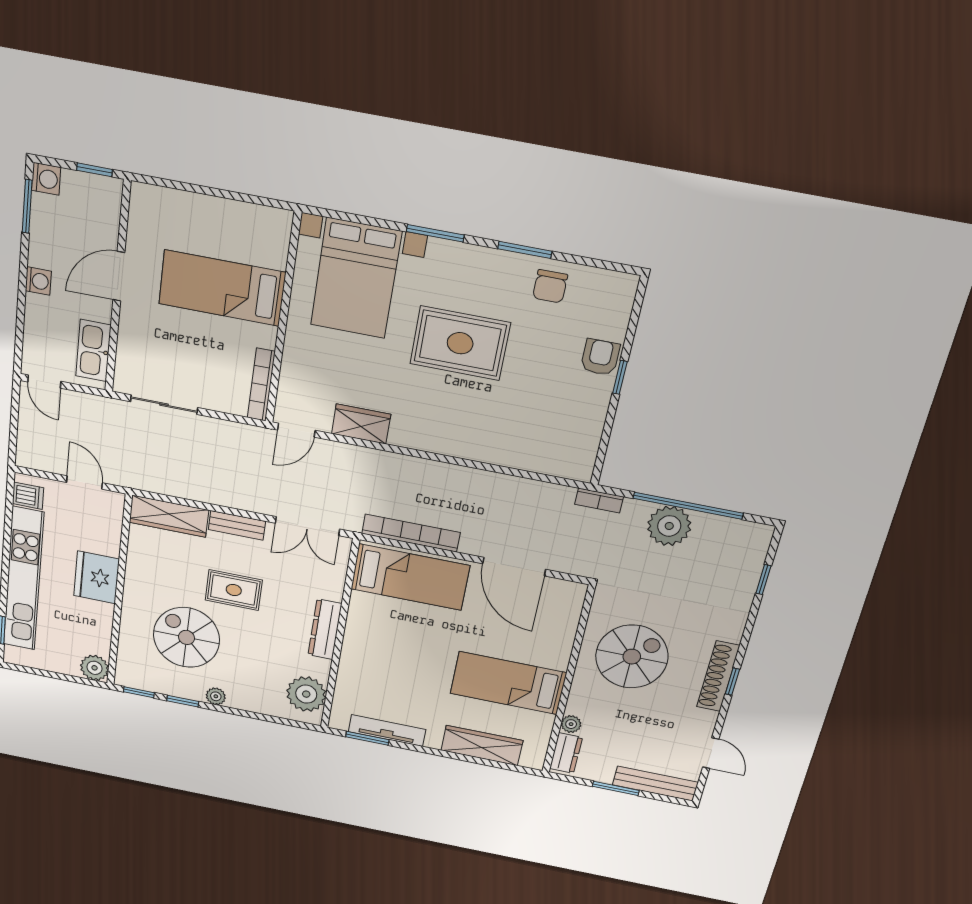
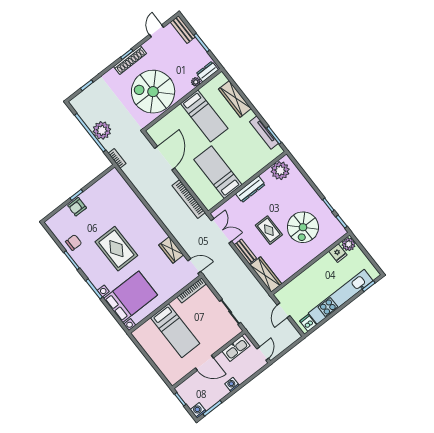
fridge: (97, 577) -> (338, 253), moved, width x0.53, depth x0.75
bed: (410, 577) -> (218, 172), moved
spiral stairs: (632, 657) -> (153, 92), width x1.37, depth x1.37
plant: (216, 696) -> (314, 197), removed
bench: (655, 784) -> (183, 30), width x0.73

